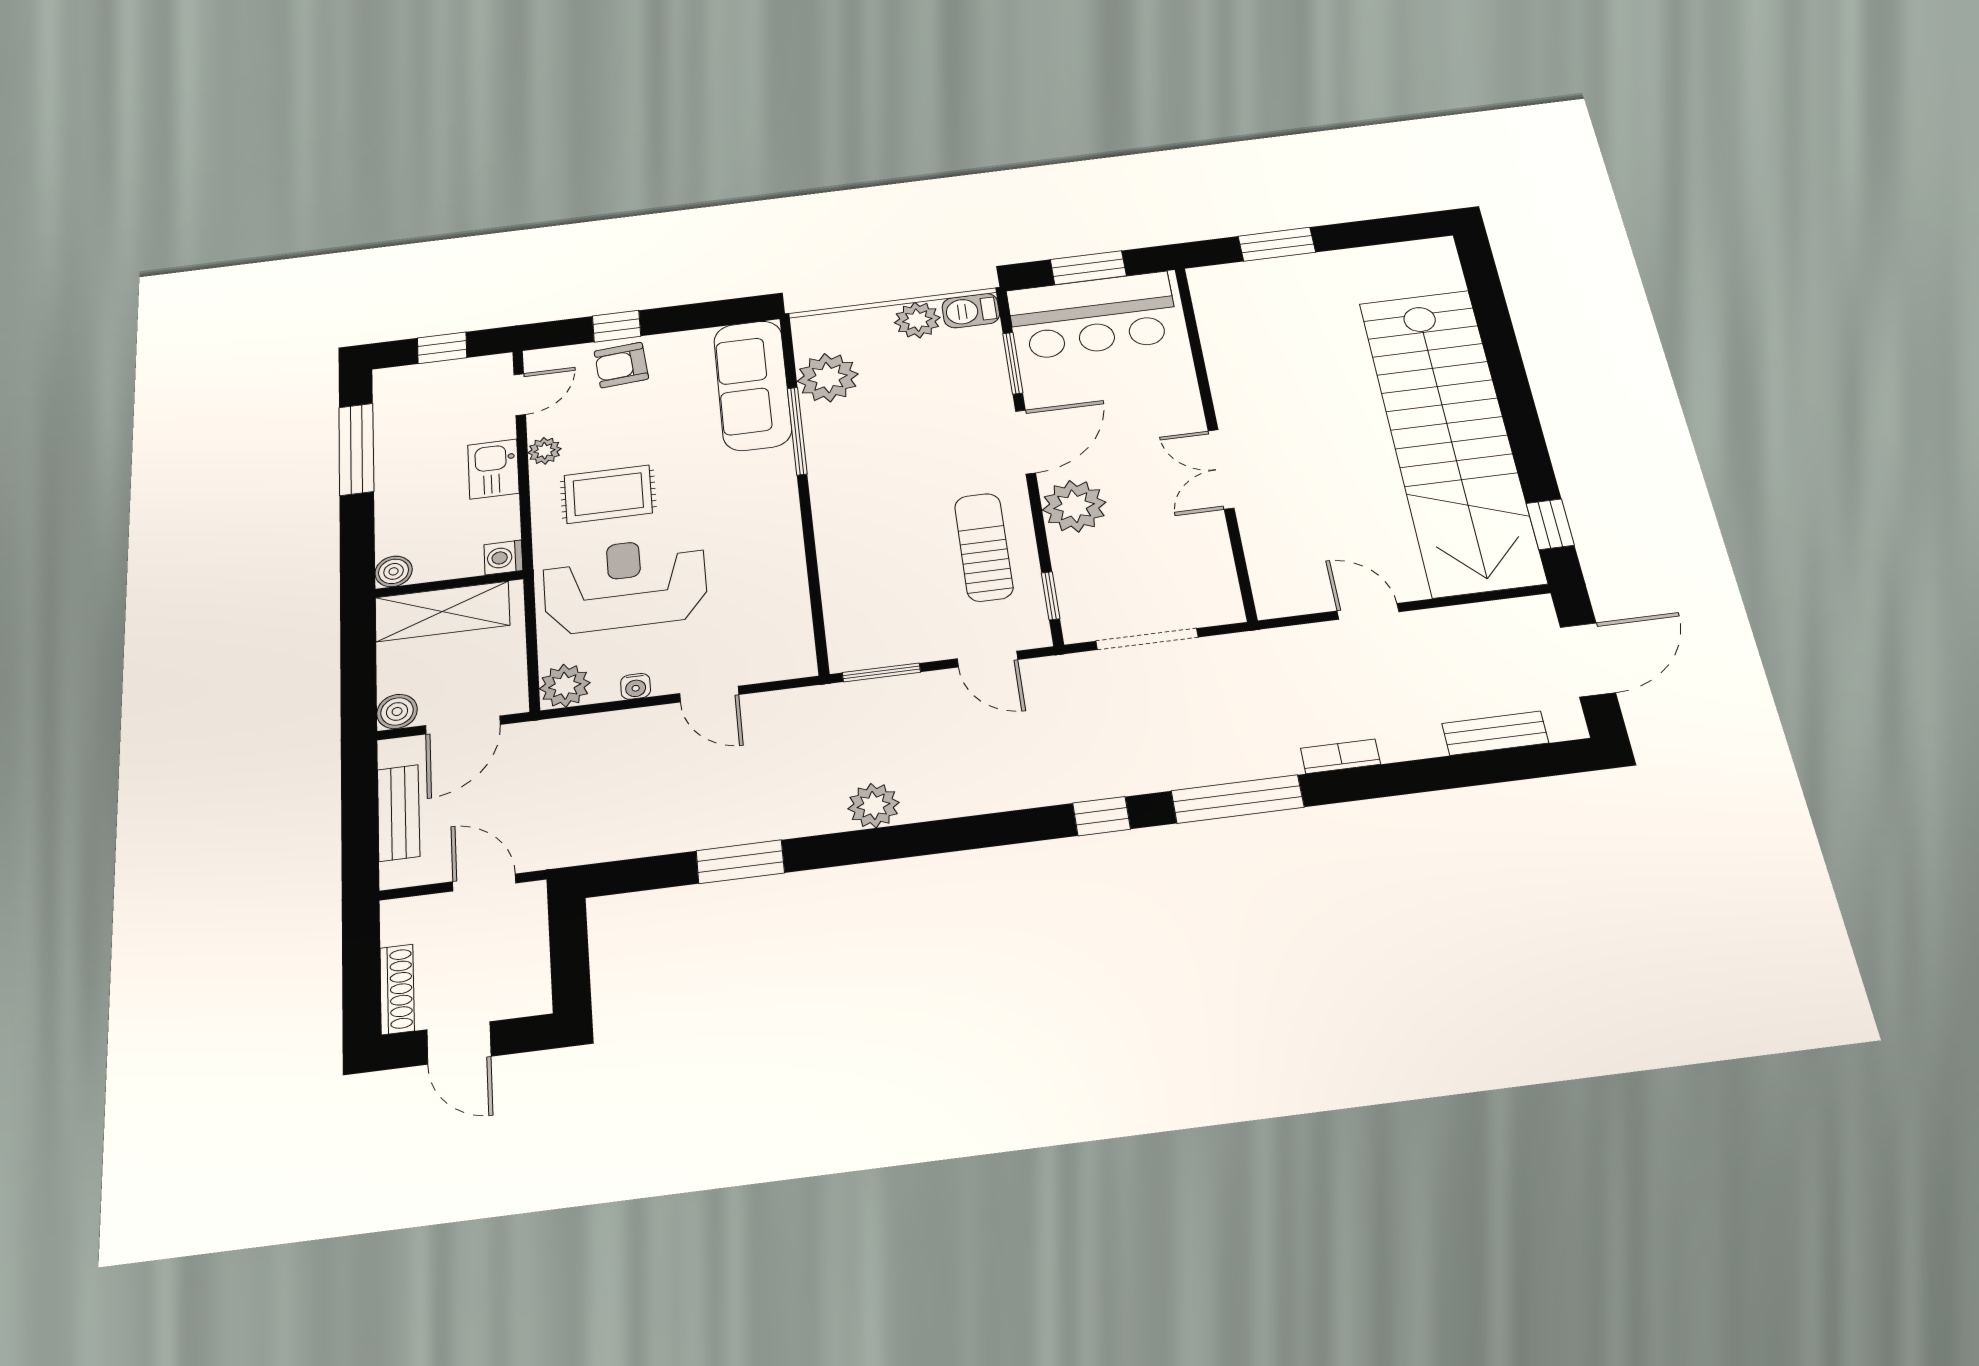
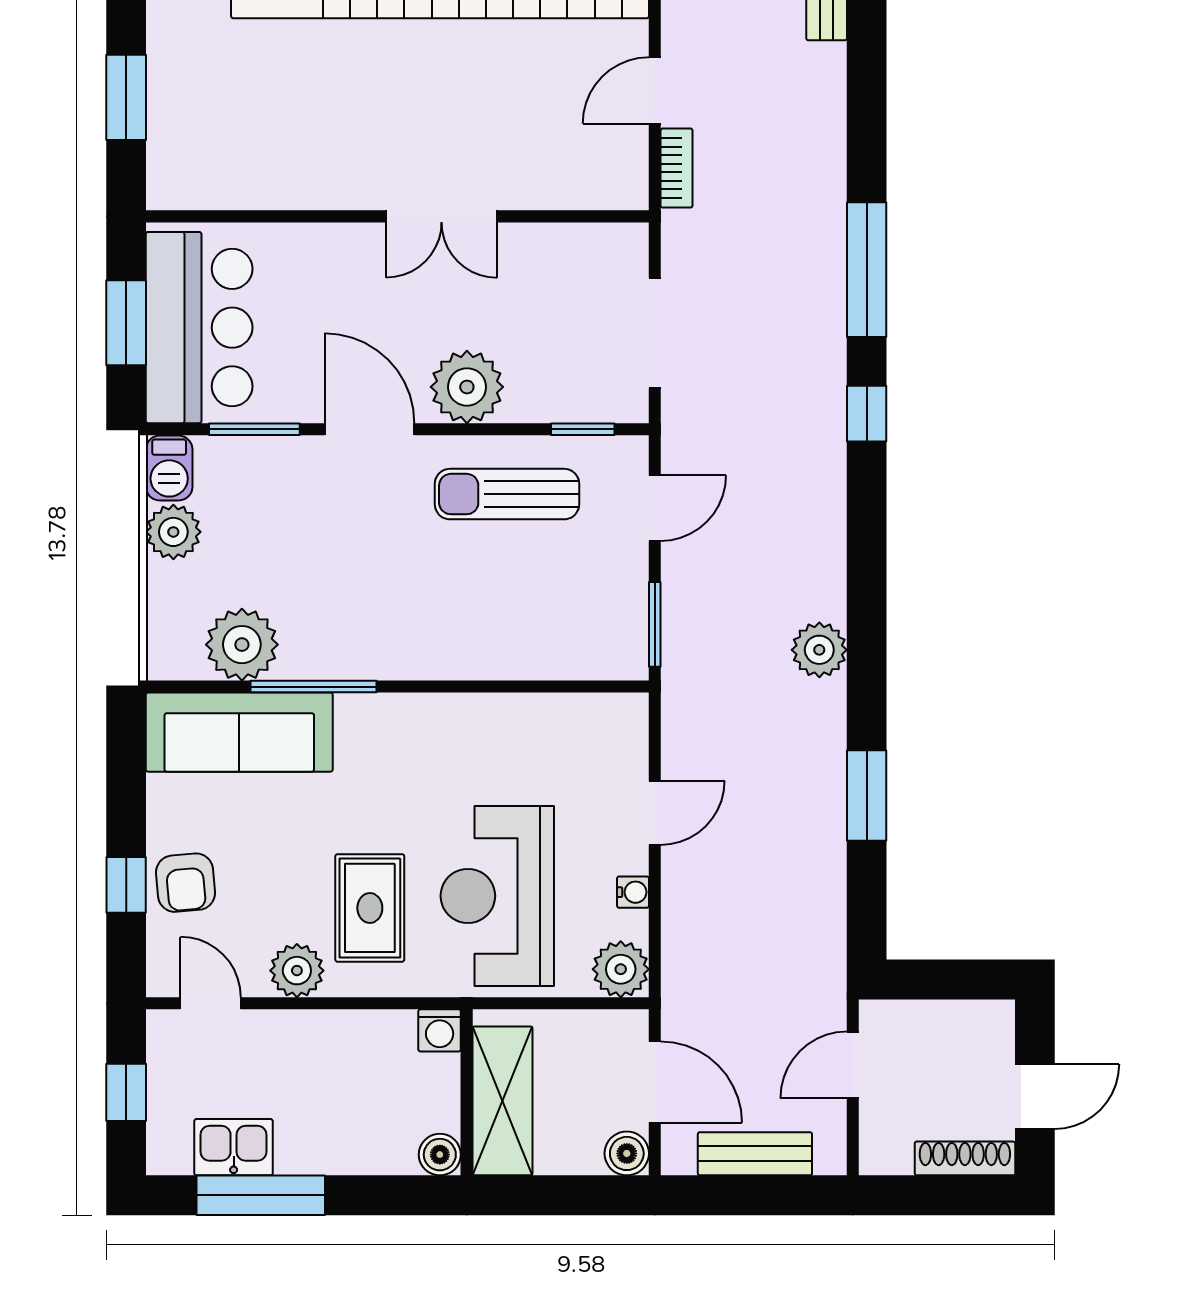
plant: (544, 451) -> (297, 971), width x1.38, depth x1.38
kitchen sink: (493, 469) -> (234, 1147), moved, turned 180
bookcase: (1340, 756) -> (677, 168), moved, turned 180

